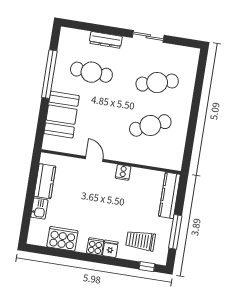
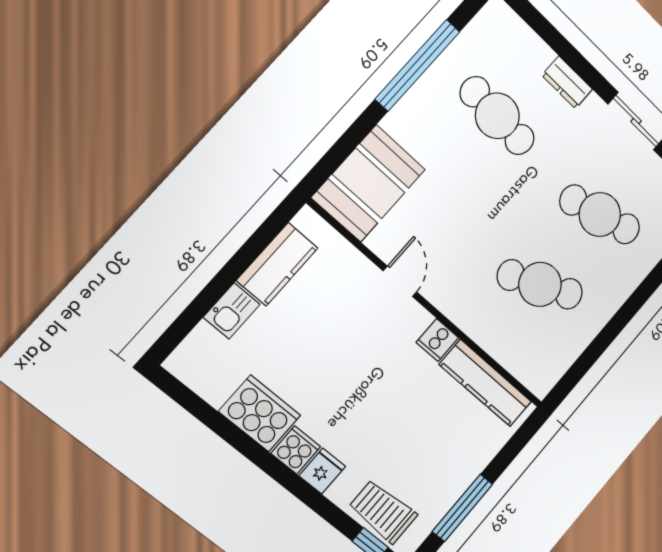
dresser: (106, 40) -> (567, 82), width x0.70
booth: (62, 115) -> (369, 183), moved
kitchen counter: (169, 195) -> (485, 383), moved, turned -90
cooker: (62, 239) -> (260, 413), moved
trolley: (141, 241) -> (383, 511), moved

